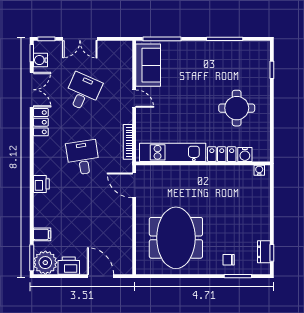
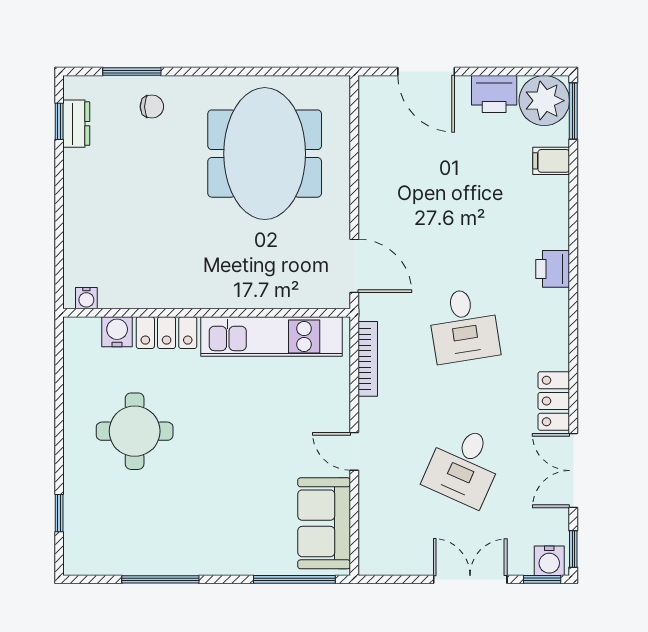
water cooler: (40, 60) -> (549, 561), moved, turned 90

